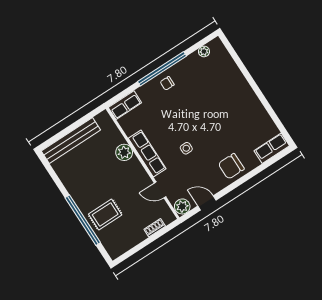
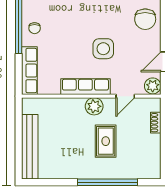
row of seats: (125, 105) -> (29, 71), width x1.48
side table: (186, 148) -> (103, 49), width x1.87, depth x1.87
plant: (124, 152) -> (94, 106), moved
rug: (105, 215) -> (106, 141), moved

